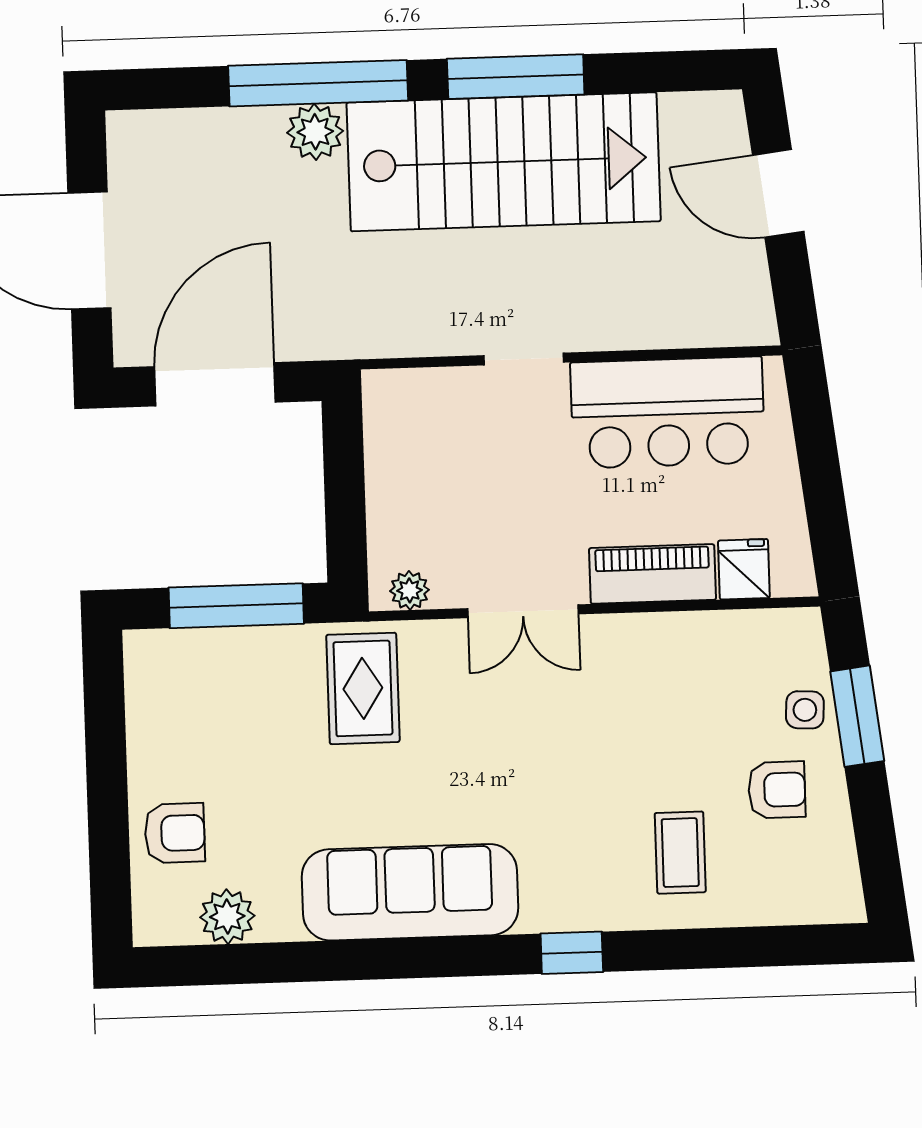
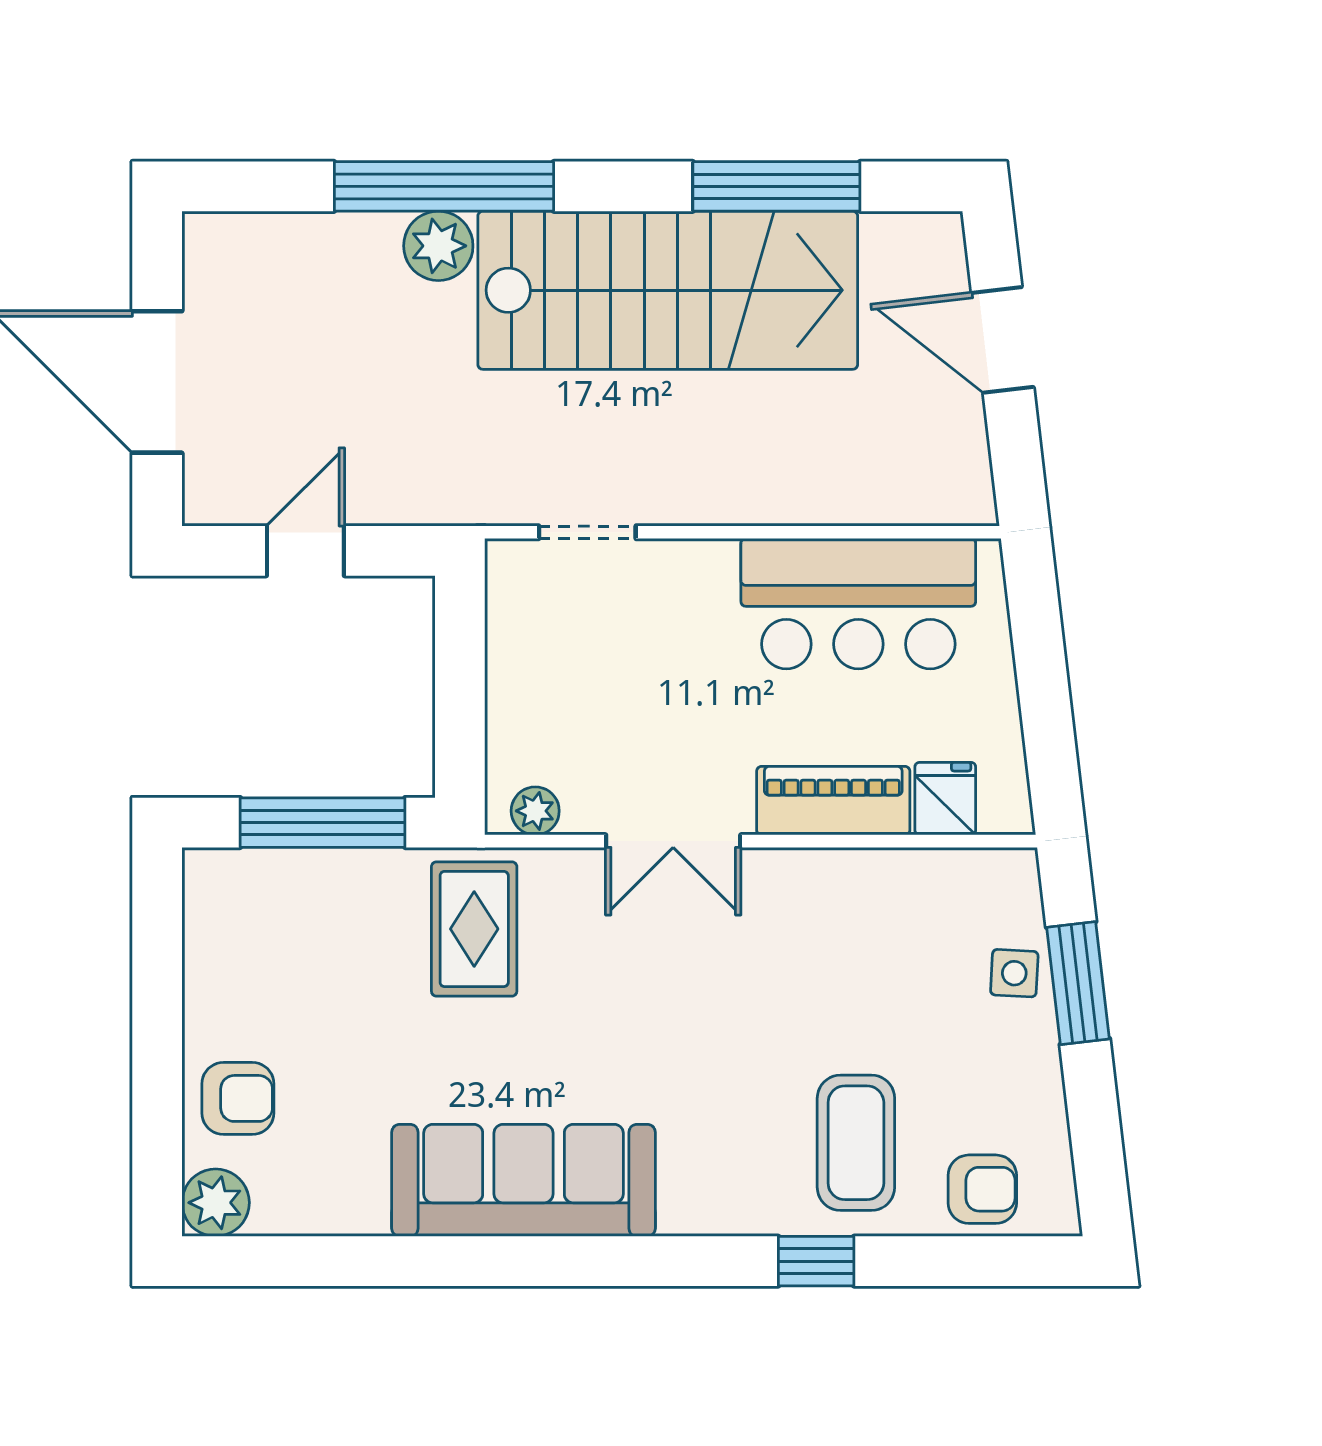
window: (516, 77) -> (776, 186), moved
doorway: (524, 359) -> (587, 532), moved
door: (215, 384) -> (305, 551), width x0.53
armchair: (777, 790) -> (982, 1189), moved
coffee table: (680, 853) -> (856, 1143), width x1.36, depth x1.30
plant: (227, 917) -> (216, 1203), moved
window: (572, 953) -> (816, 1261), moved

